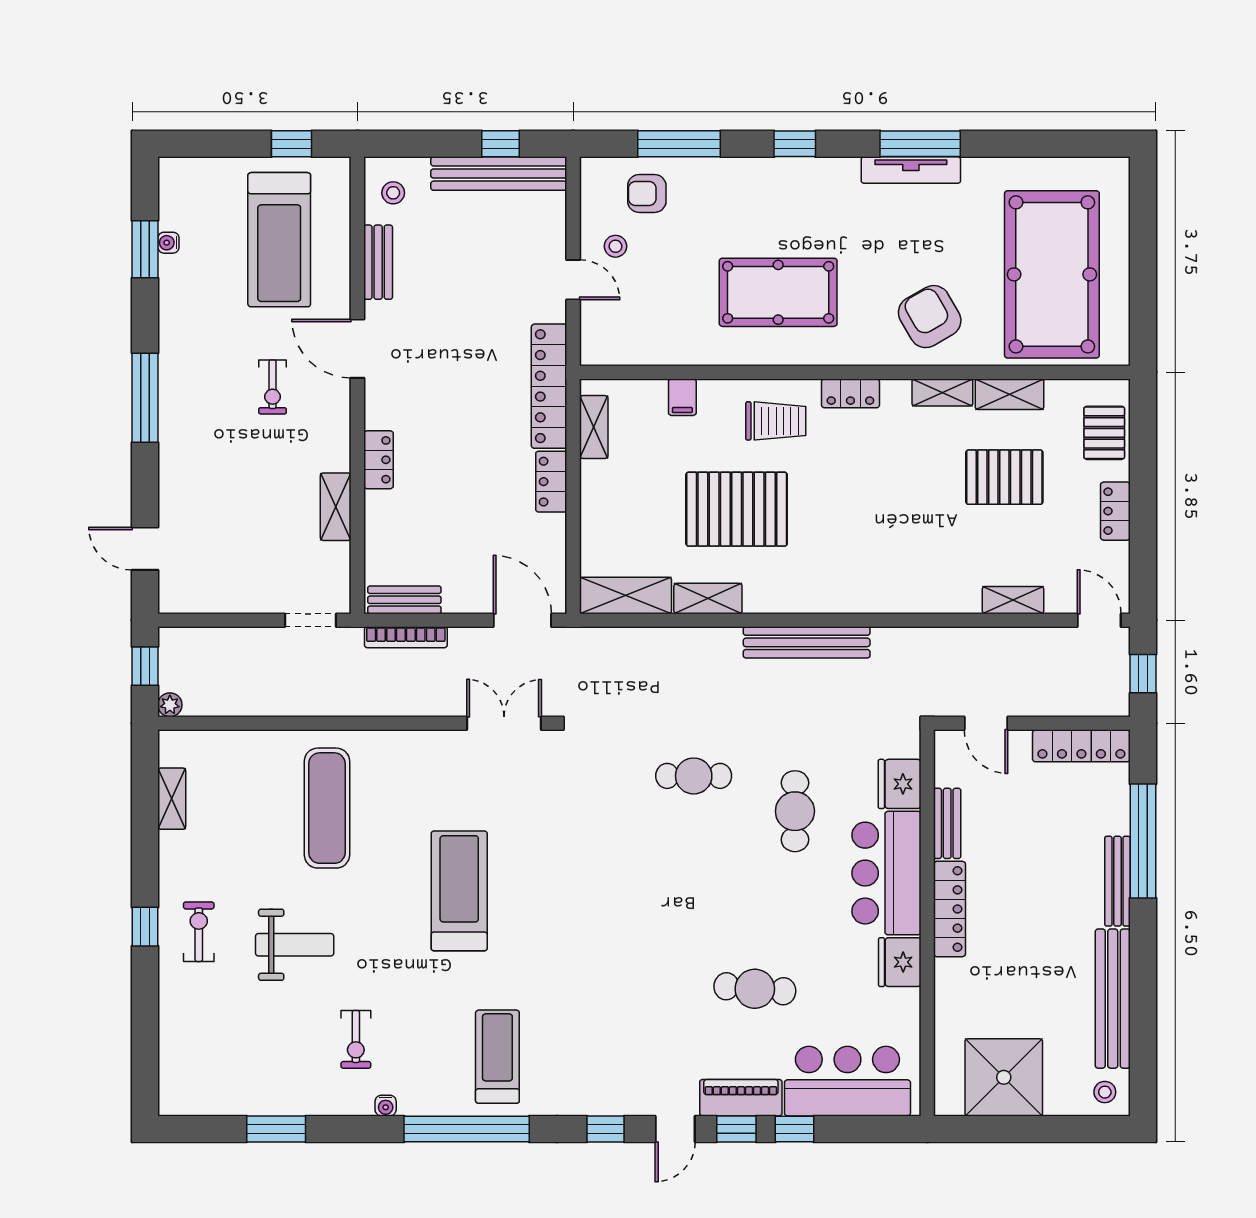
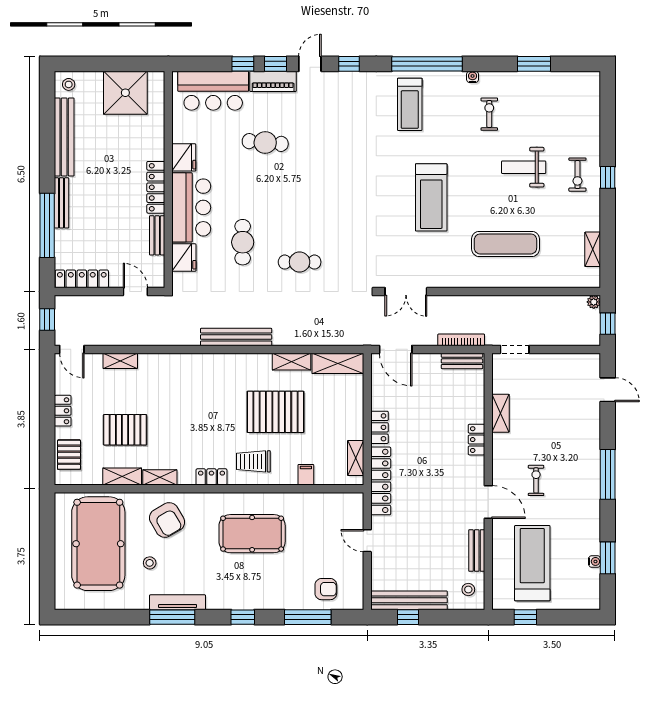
stool: (616, 246) -> (150, 563), moved
exercise mat: (327, 808) -> (505, 244), turned 90

